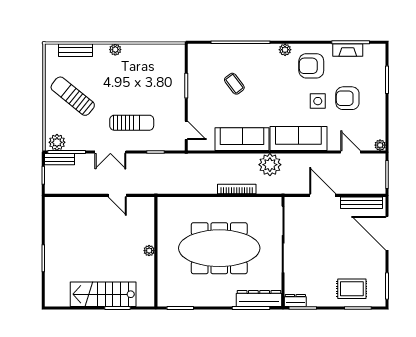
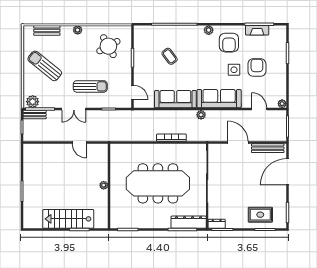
armchair: (311, 66) -> (229, 43), turned -90
round table: (155, 71) -> (108, 46), added
armchair: (347, 98) -> (257, 68), turned 90
plant: (270, 165) -> (201, 115), width x0.53, depth x0.53
door: (387, 233) -> (287, 172), hinge flipped

